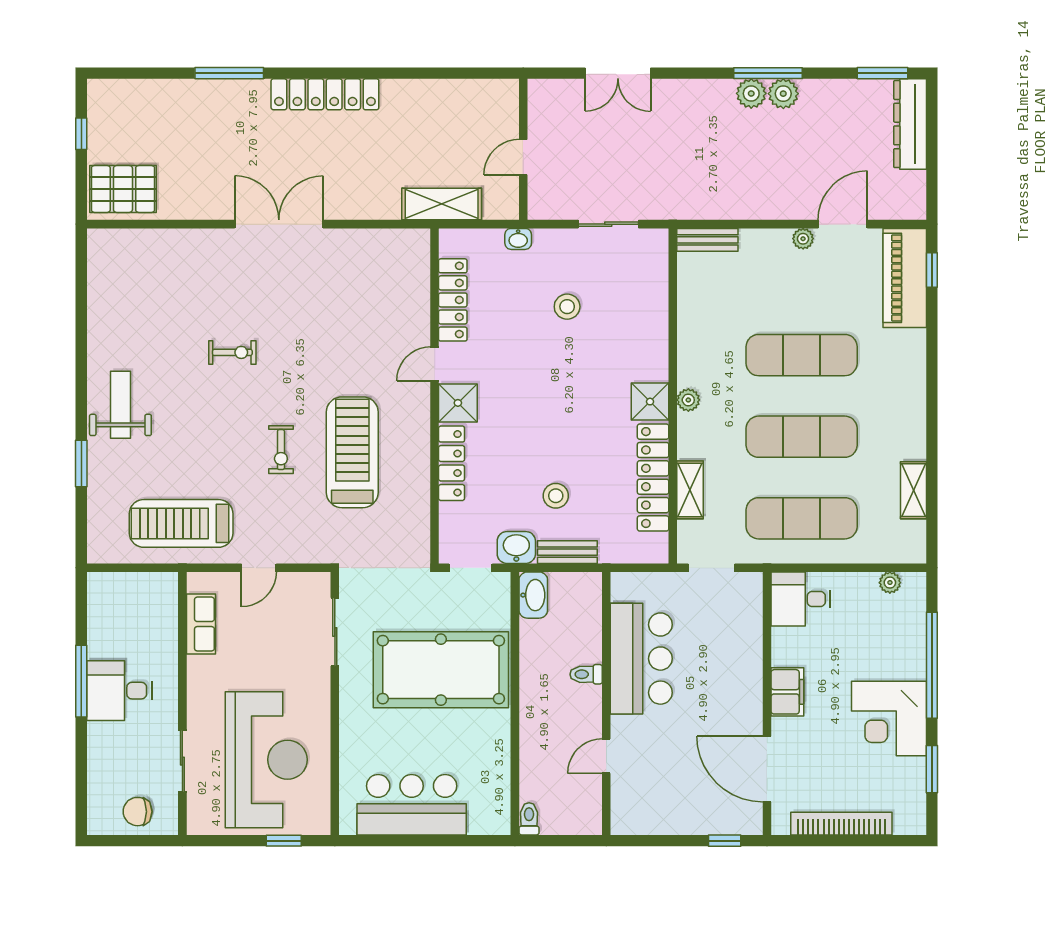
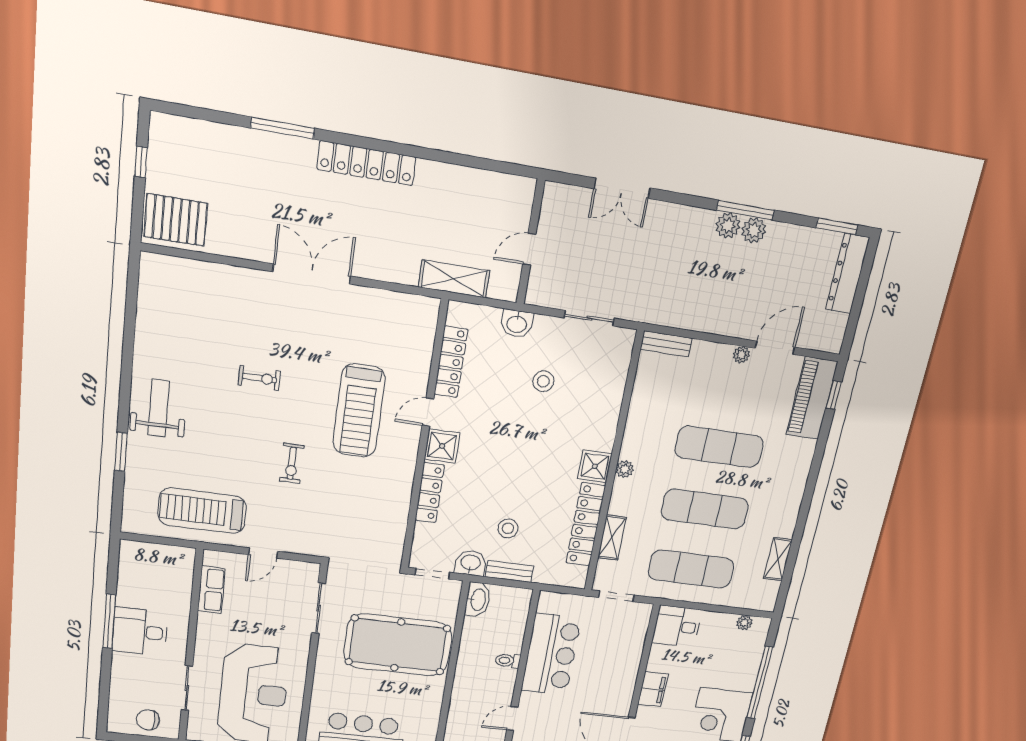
washbasin: (518, 239) -> (517, 324), width x1.38, depth x1.45
treadmill: (352, 452) -> (359, 411), moved, turned 180

